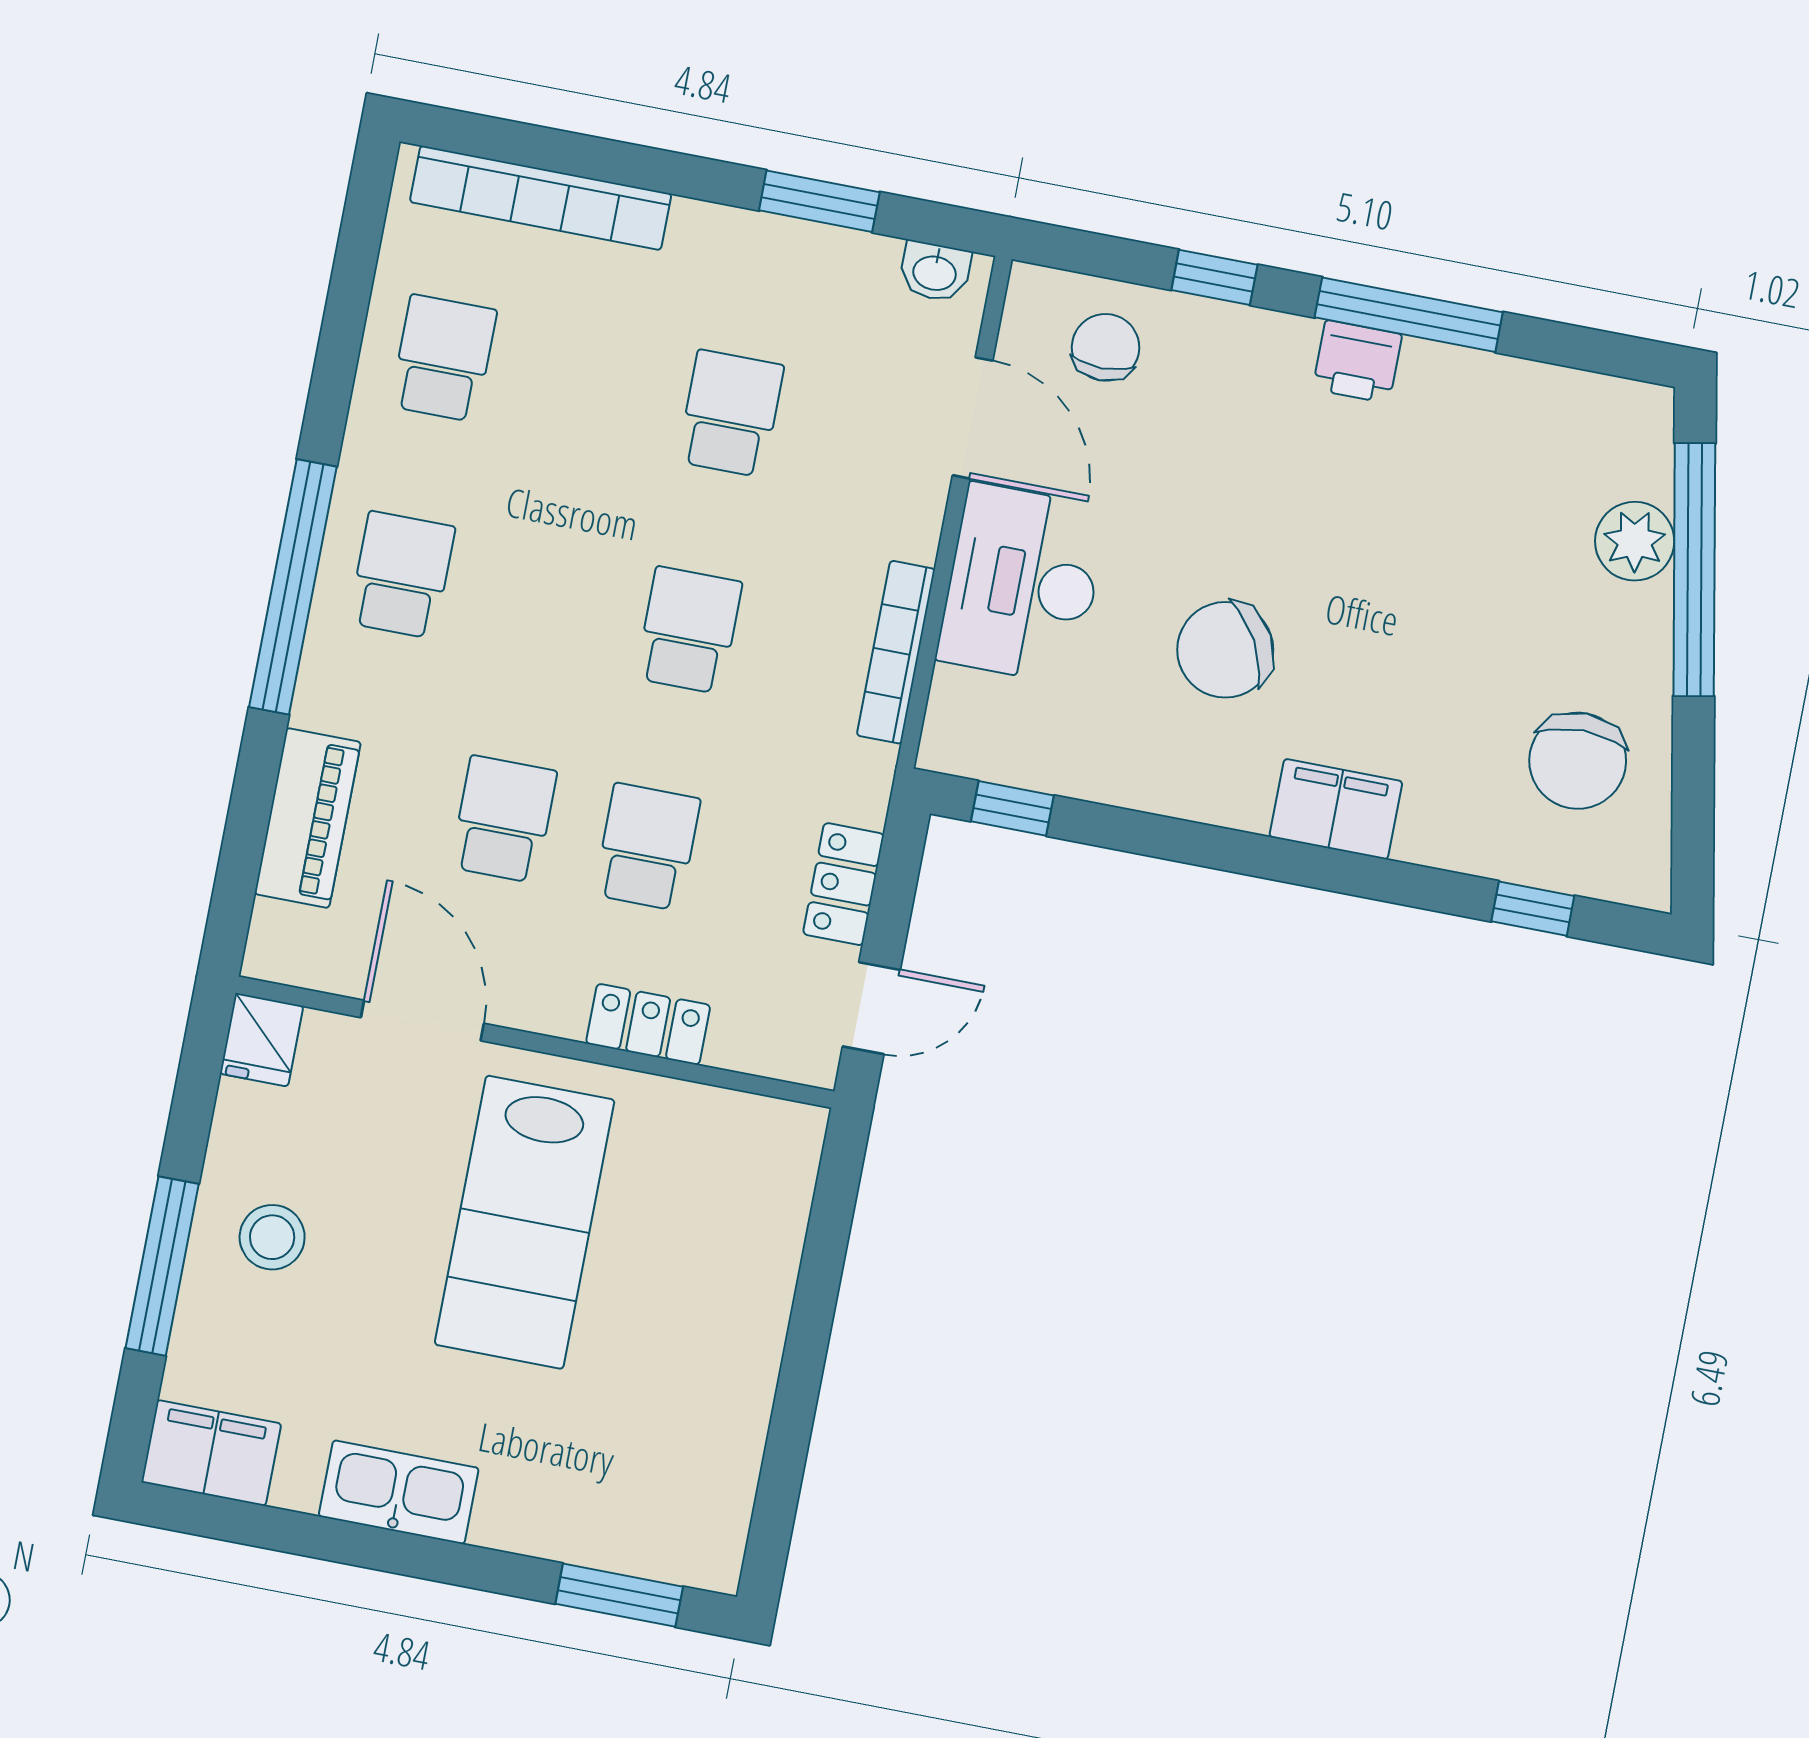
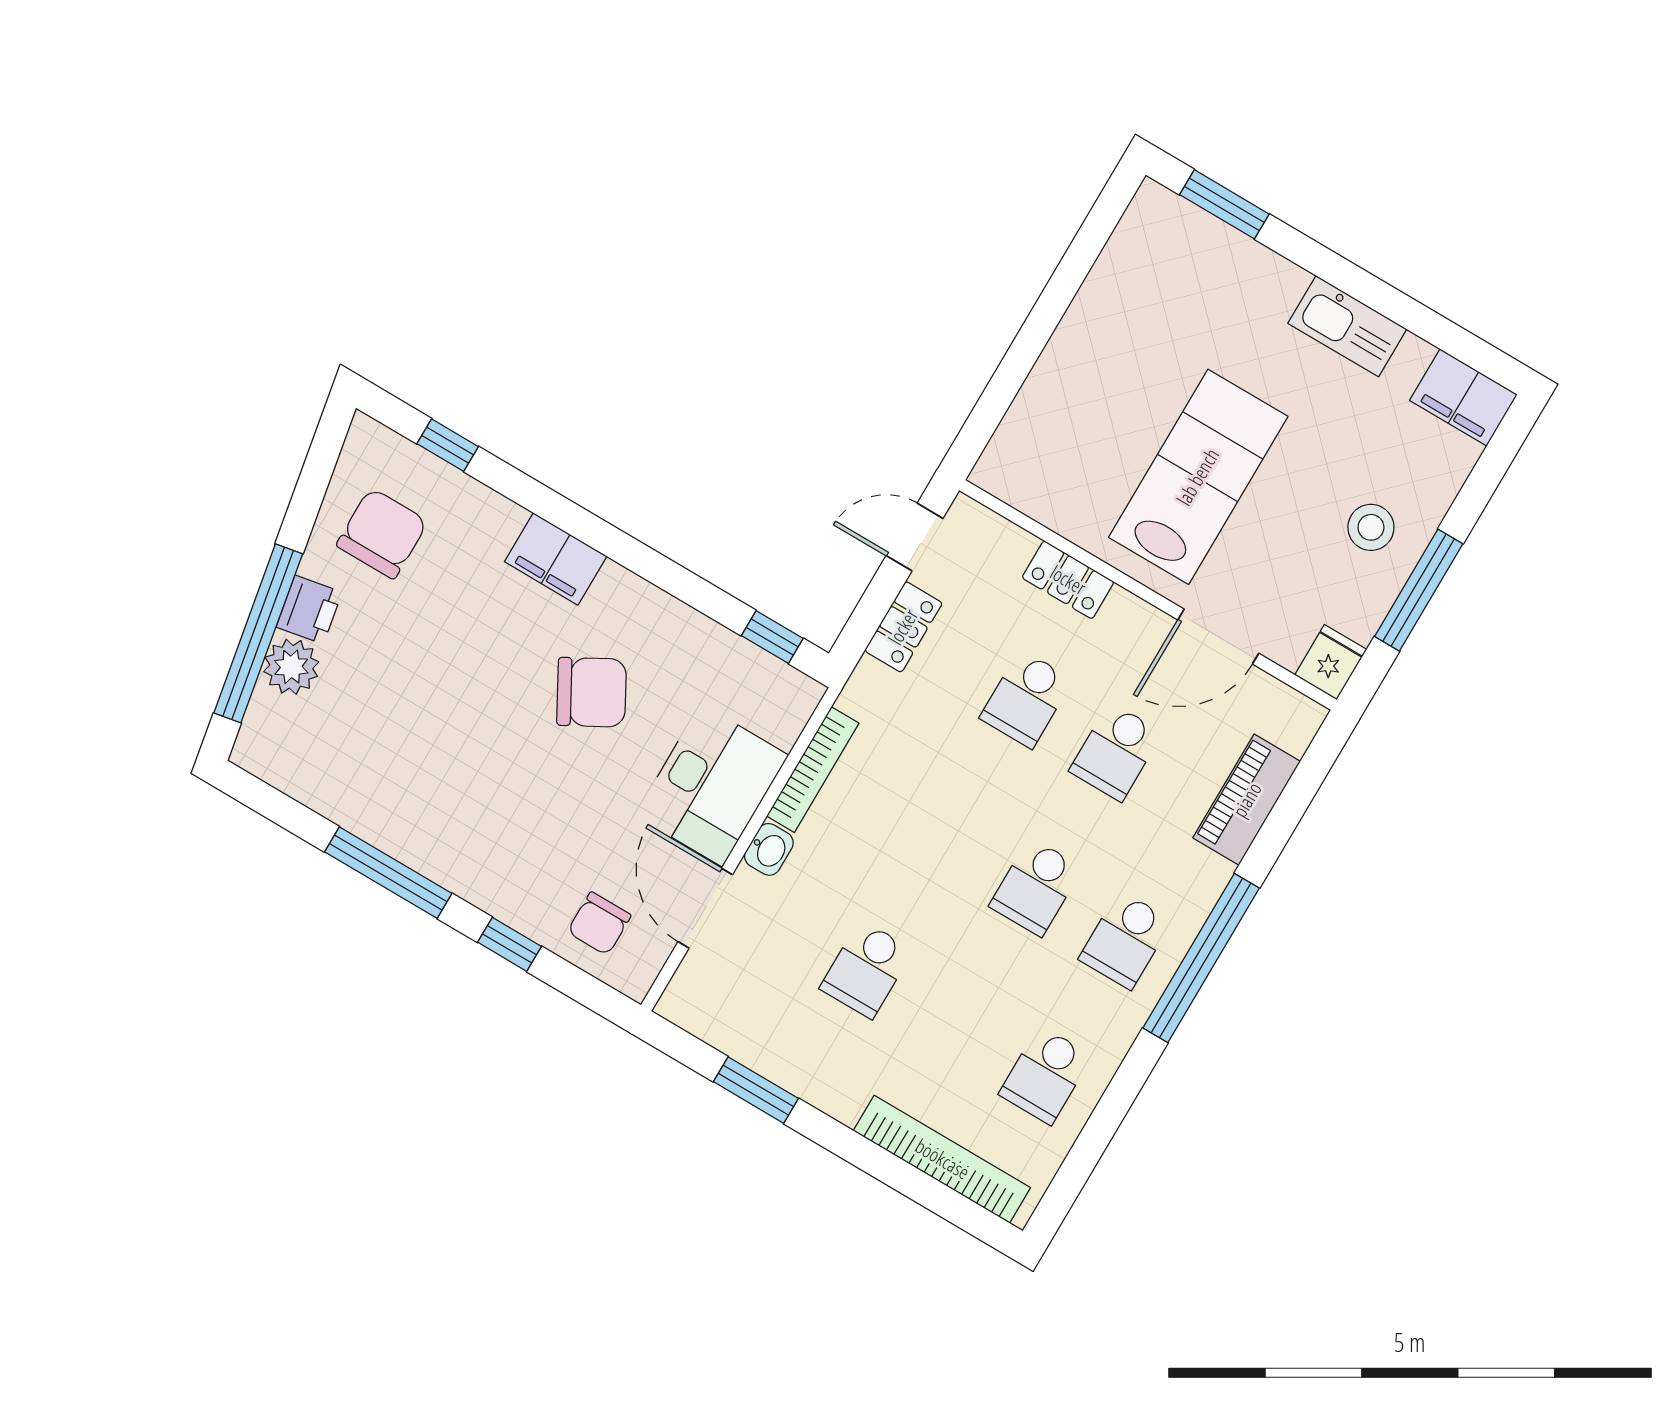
washbasin: (935, 272) -> (769, 849), moved, turned 90
printer: (1357, 362) -> (309, 610), moved, turned 79
school desk: (689, 630) -> (1036, 887), moved
door: (422, 1020) -> (1218, 637), hinge flipped
window: (162, 1266) -> (1419, 590), moved

